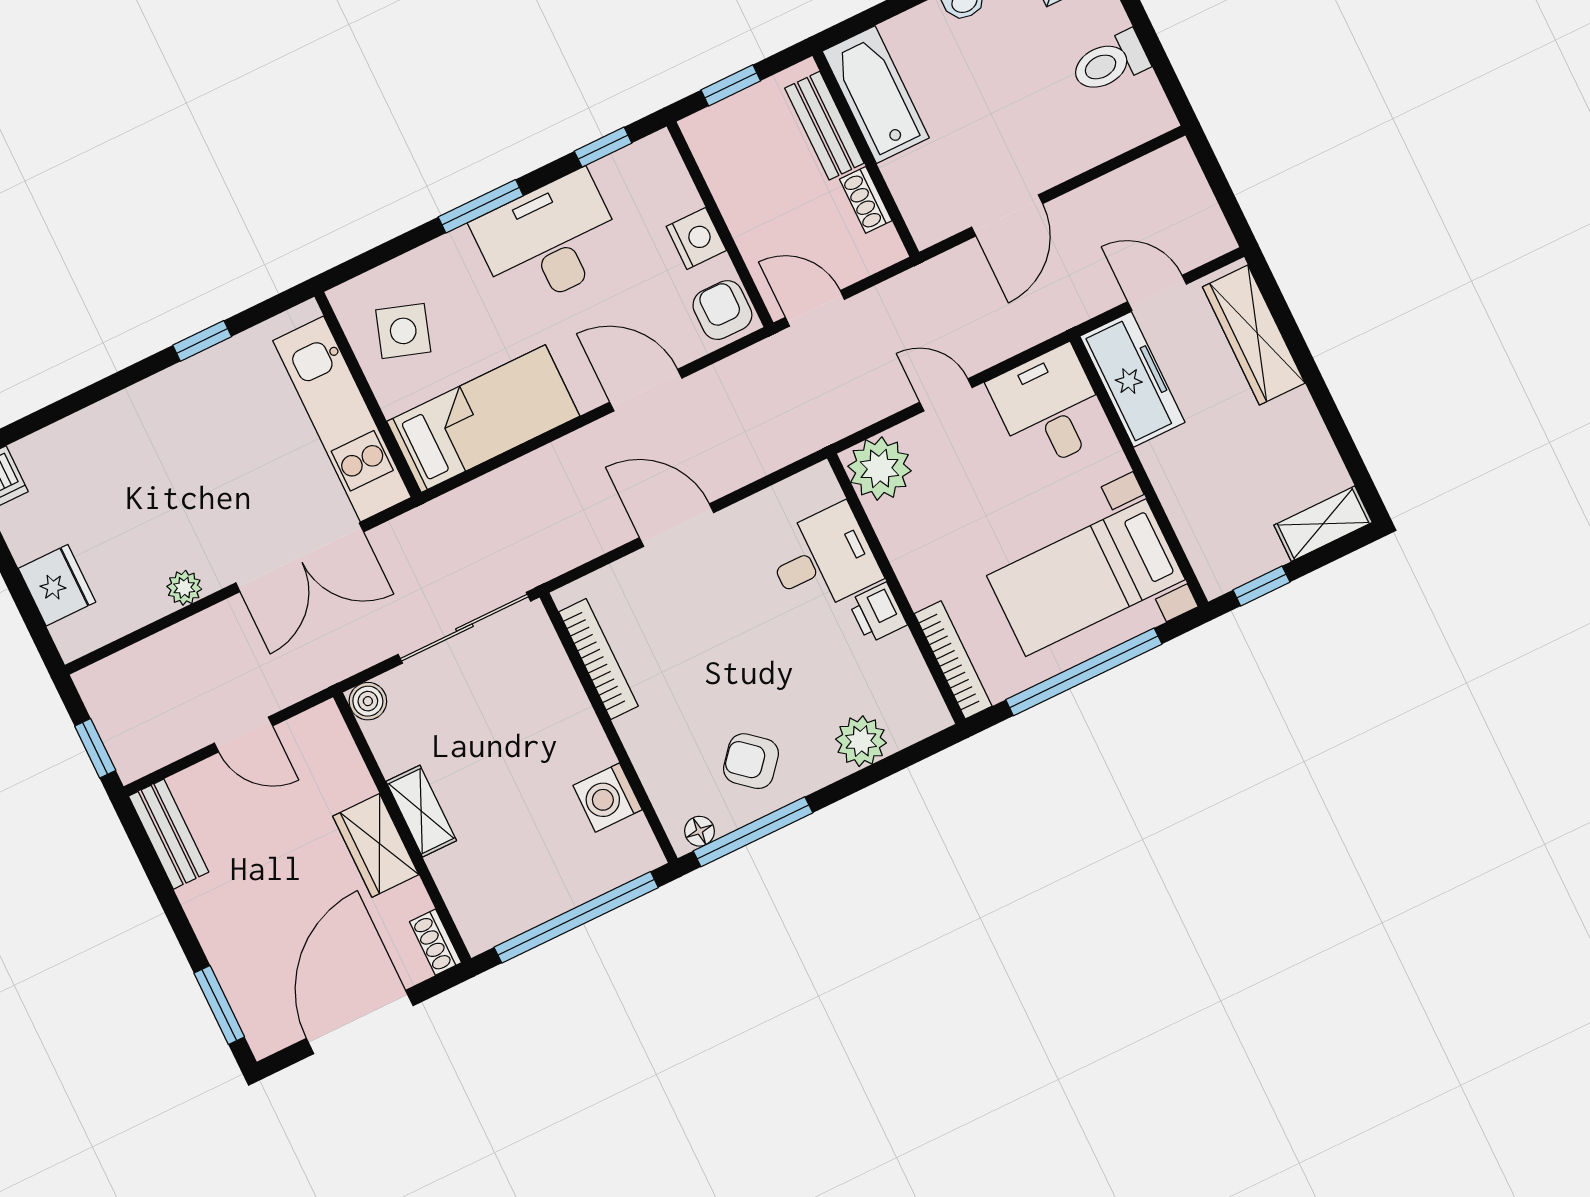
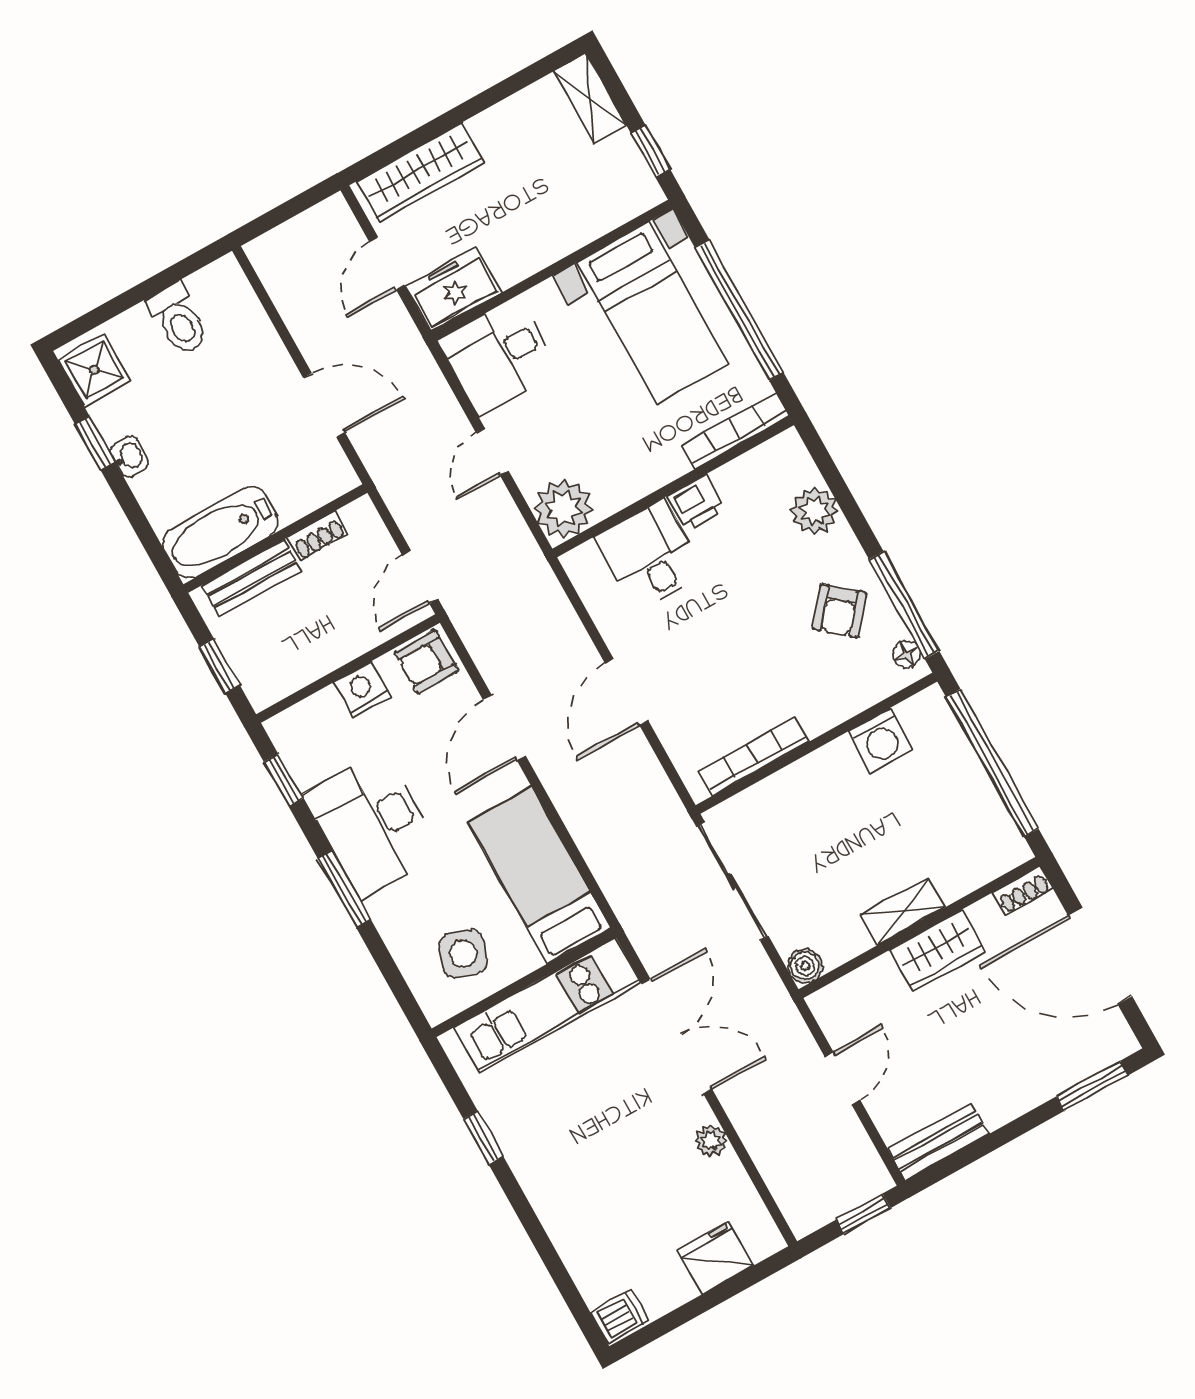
freezer: (1132, 379) -> (454, 289), width x0.71

